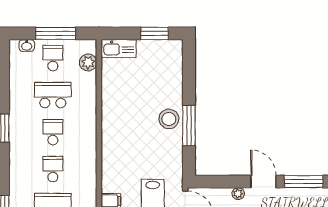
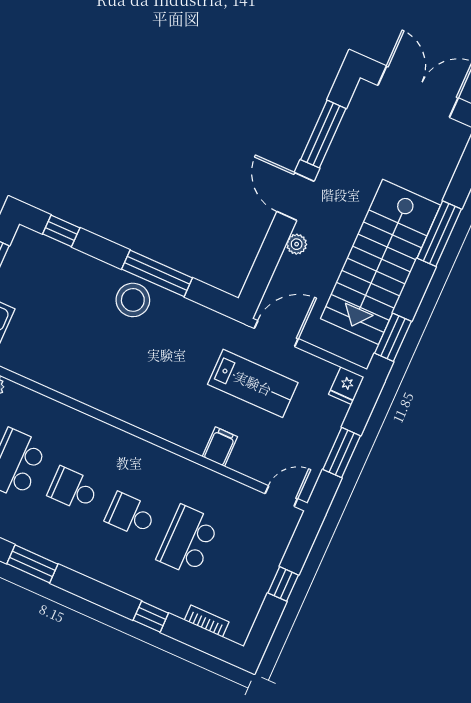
window: (189, 64) -> (61, 231), added
door: (263, 182) -> (295, 196), hinge flipped

